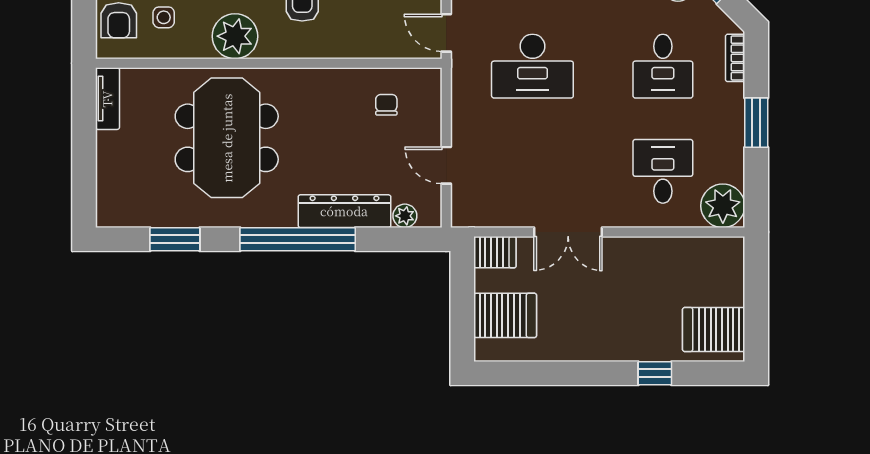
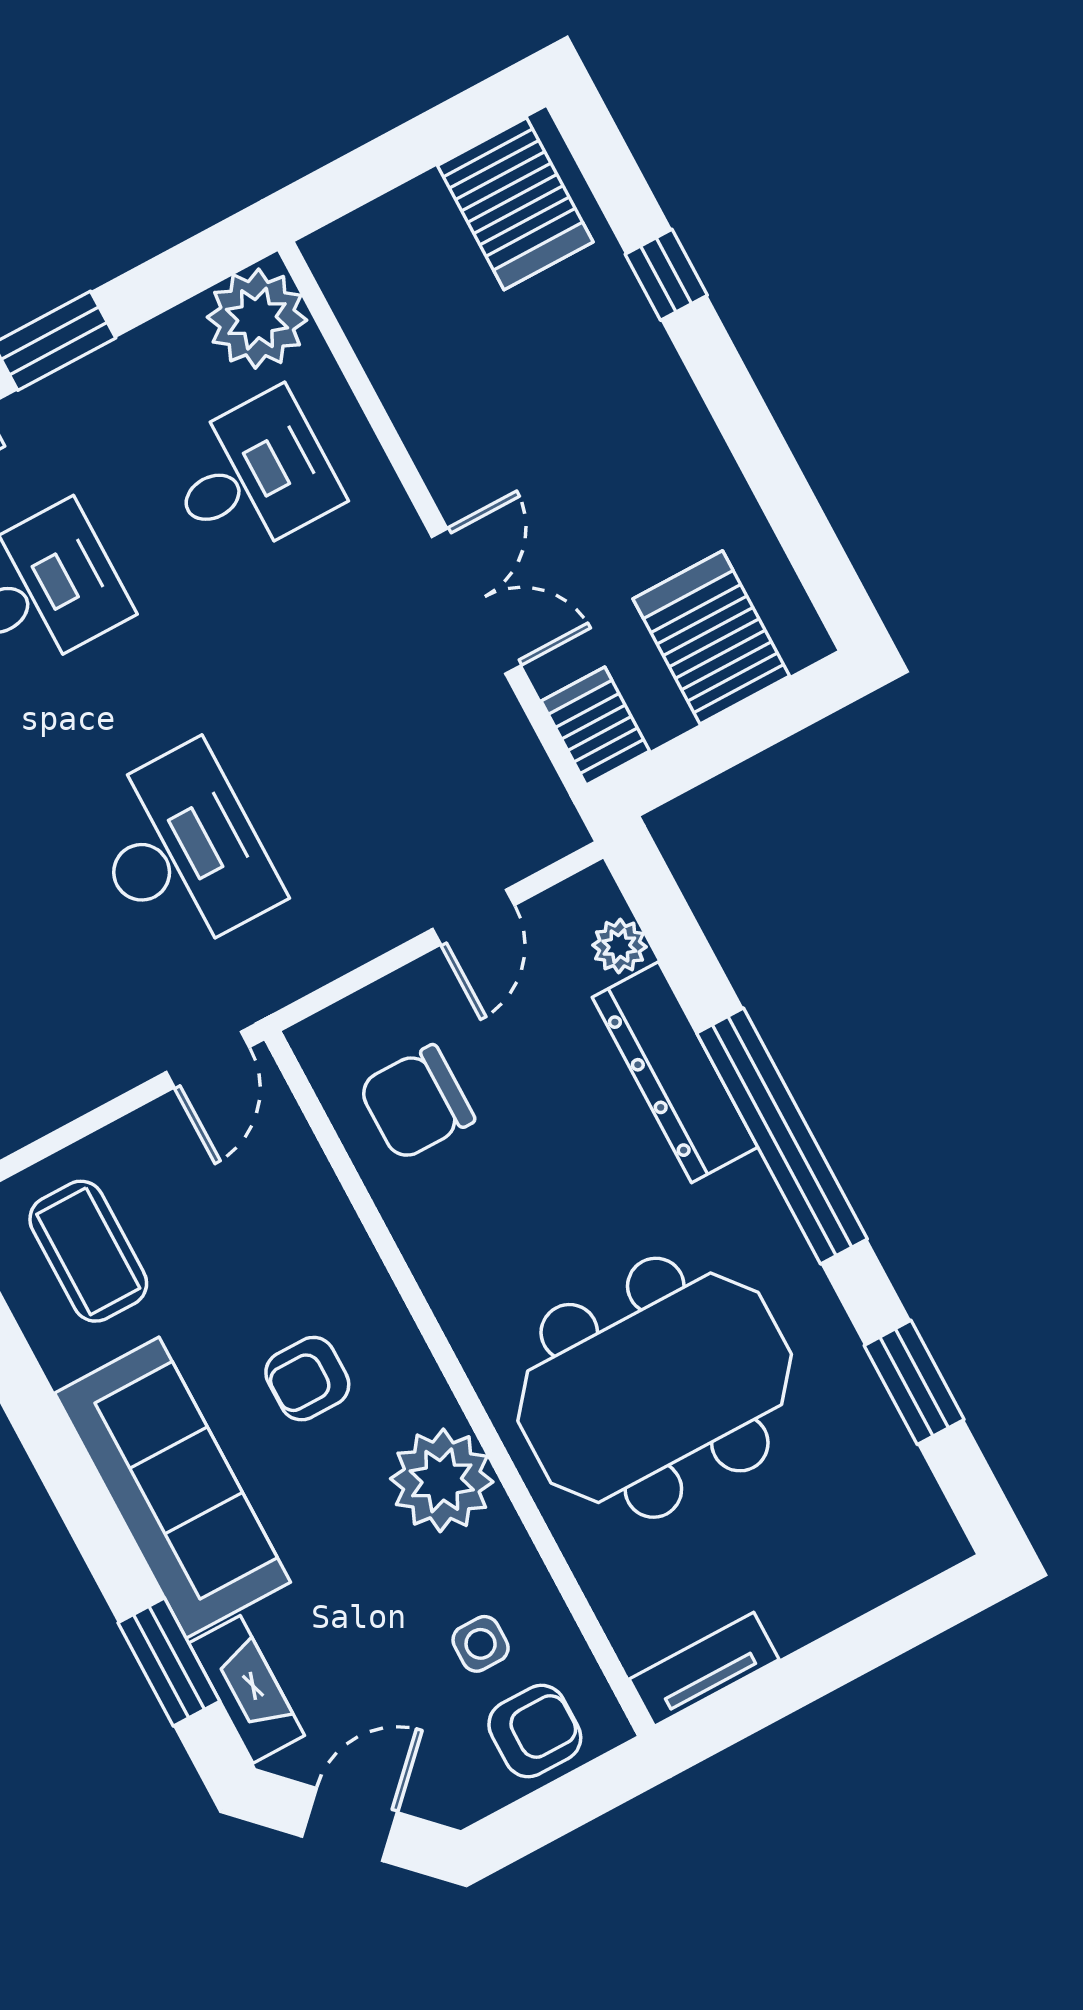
chair: (386, 105) -> (416, 1103), width x1.87, depth x1.87
desk: (663, 171) -> (252, 476), turned 180

